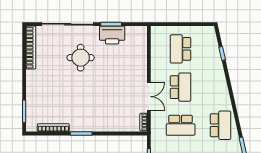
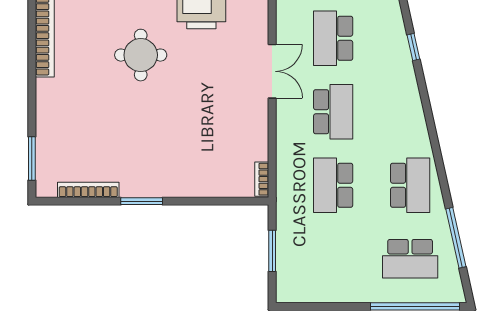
double door: (149, 97) -> (272, 71), moved
school desk: (181, 125) -> (333, 185), turned 90

